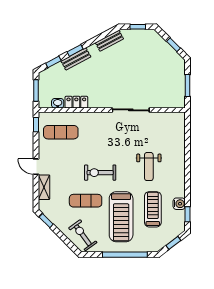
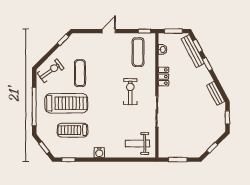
bench: (76, 59) -> (193, 51), moved, width x1.36
locker: (76, 102) -> (164, 77), moved
weight bench: (149, 167) -> (137, 143), moved
exercise bike: (100, 173) -> (130, 92), moved
shelving: (44, 187) -> (91, 38), removed
water cooler: (179, 204) -> (99, 152), moved
treadmill: (153, 209) -> (73, 130), turned 180
treadmill: (121, 217) -> (66, 103), turned 180

